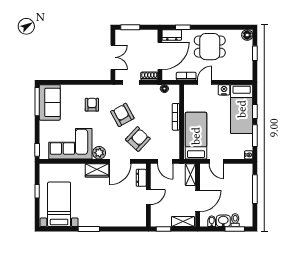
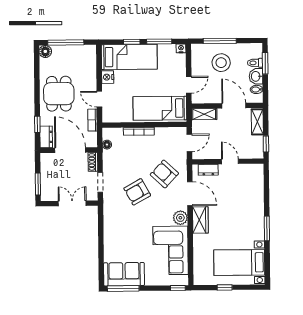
window: (255, 53) -> (66, 42), width x2.17
armchair: (92, 105) -> (126, 226), removed
stool: (236, 190) -> (221, 63), added

